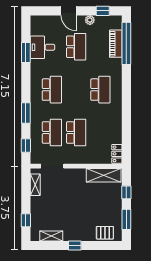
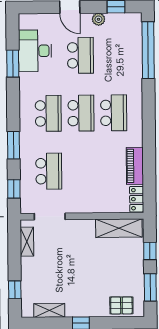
piano: (116, 44) -> (135, 166), moved
desk: (42, 47) -> (35, 51), width x1.37
school desk: (76, 133) -> (81, 113), moved

